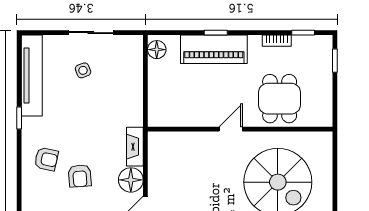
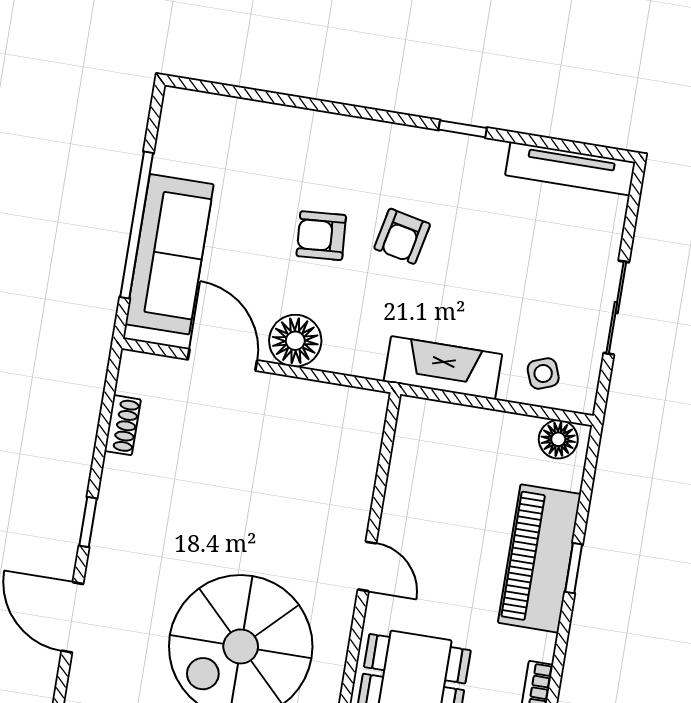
side table: (83, 70) -> (543, 373), moved
tv unit: (32, 75) -> (570, 169), width x0.73, depth x0.78
fireplace: (135, 147) -> (443, 368), moved, width x1.37, depth x1.32
armchair: (46, 159) -> (402, 236), moved

